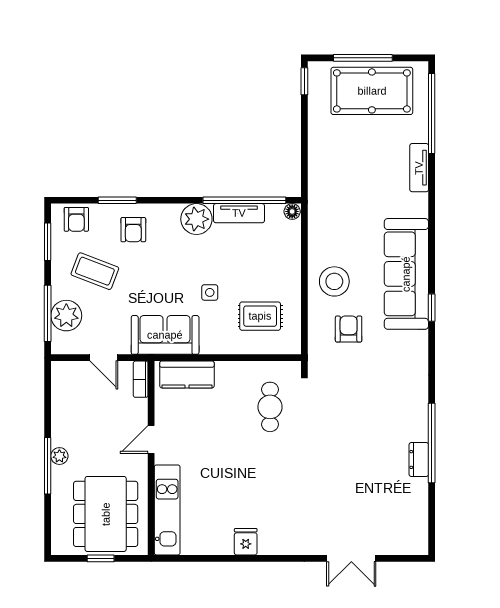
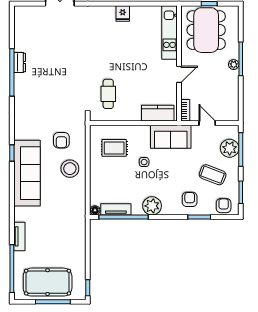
tv unit: (239, 213) -> (116, 209), moved

